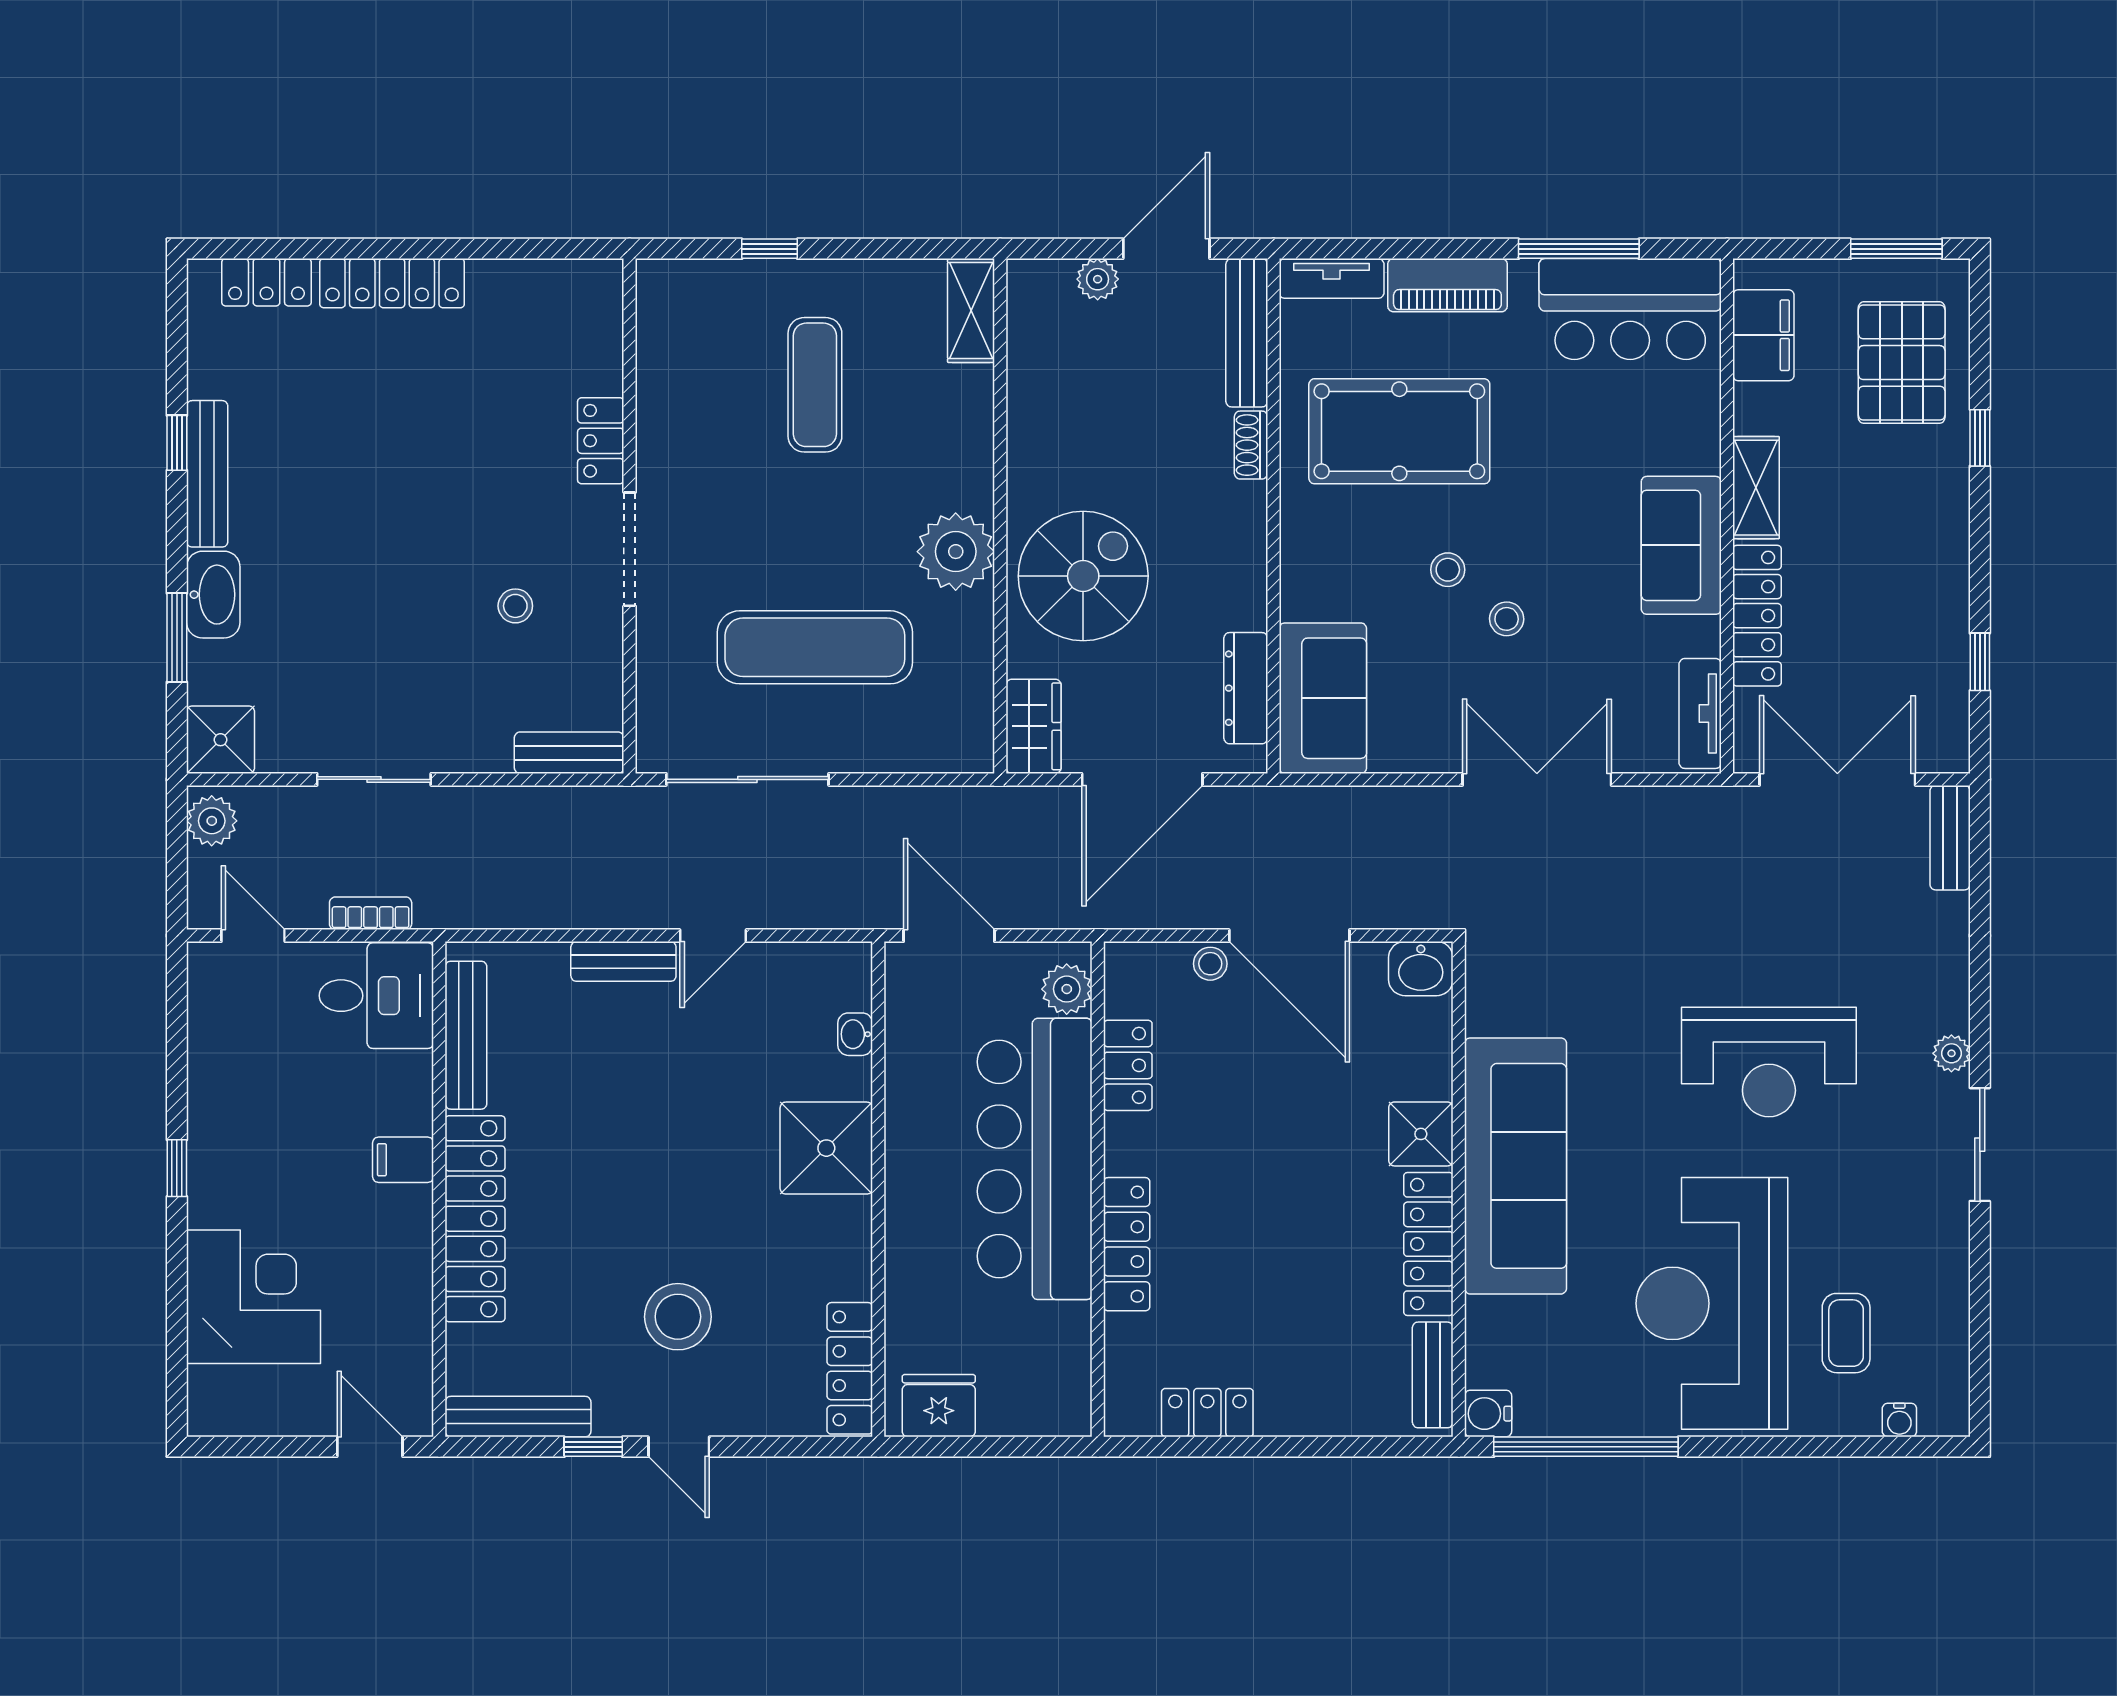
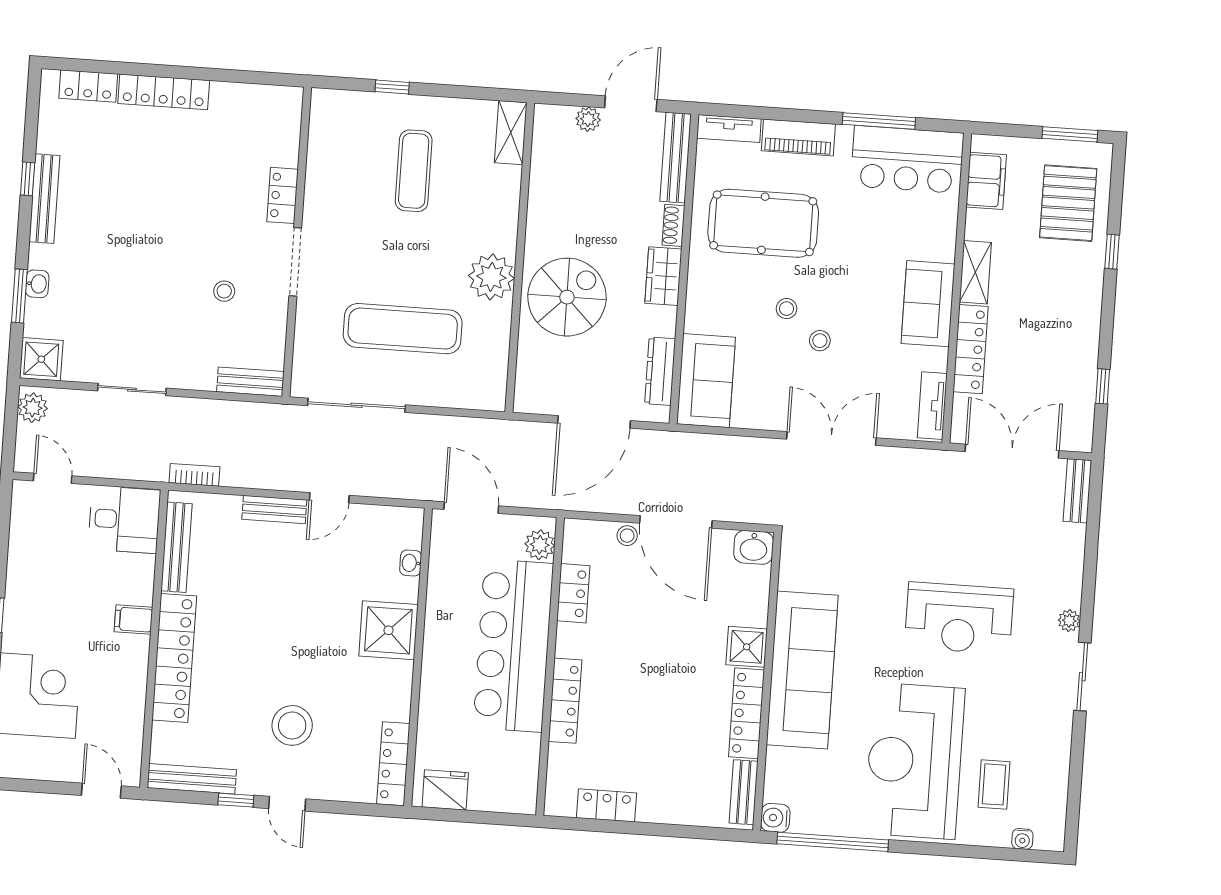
washbasin: (213, 595) -> (37, 284), width x0.52, depth x0.69
wardrobe: (1034, 726) -> (663, 276), moved, turned 180
bookcase: (371, 913) -> (194, 475), moved

